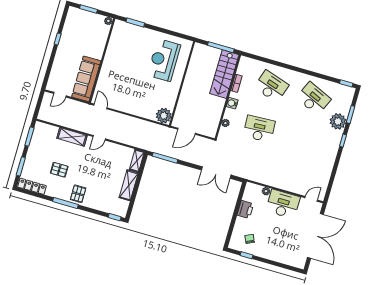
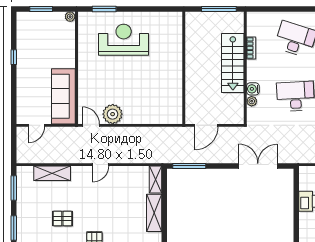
reception desk: (164, 60) -> (124, 40), moved, turned 90
stairs: (224, 74) -> (233, 63), moved
water cooler: (232, 103) -> (253, 89), moved
plant: (164, 116) -> (113, 114), moved
shelving: (72, 137) -> (52, 173), moved
double door: (216, 173) -> (258, 166), swing flipped

